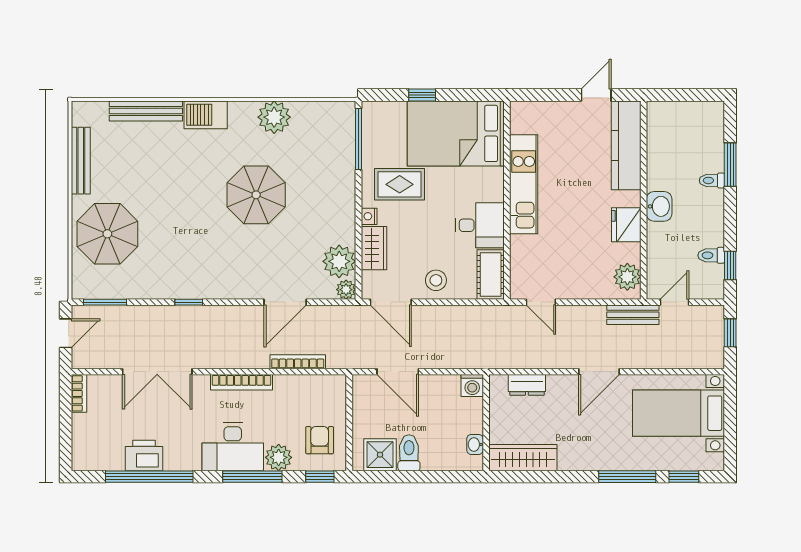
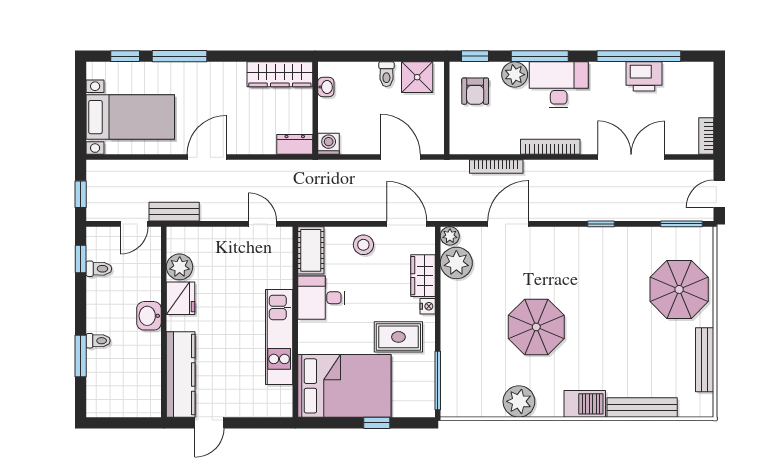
plant: (627, 277) -> (180, 267), moved
dresser: (527, 385) -> (295, 144), moved
toilet: (409, 453) -> (386, 74), width x0.73, depth x0.72

